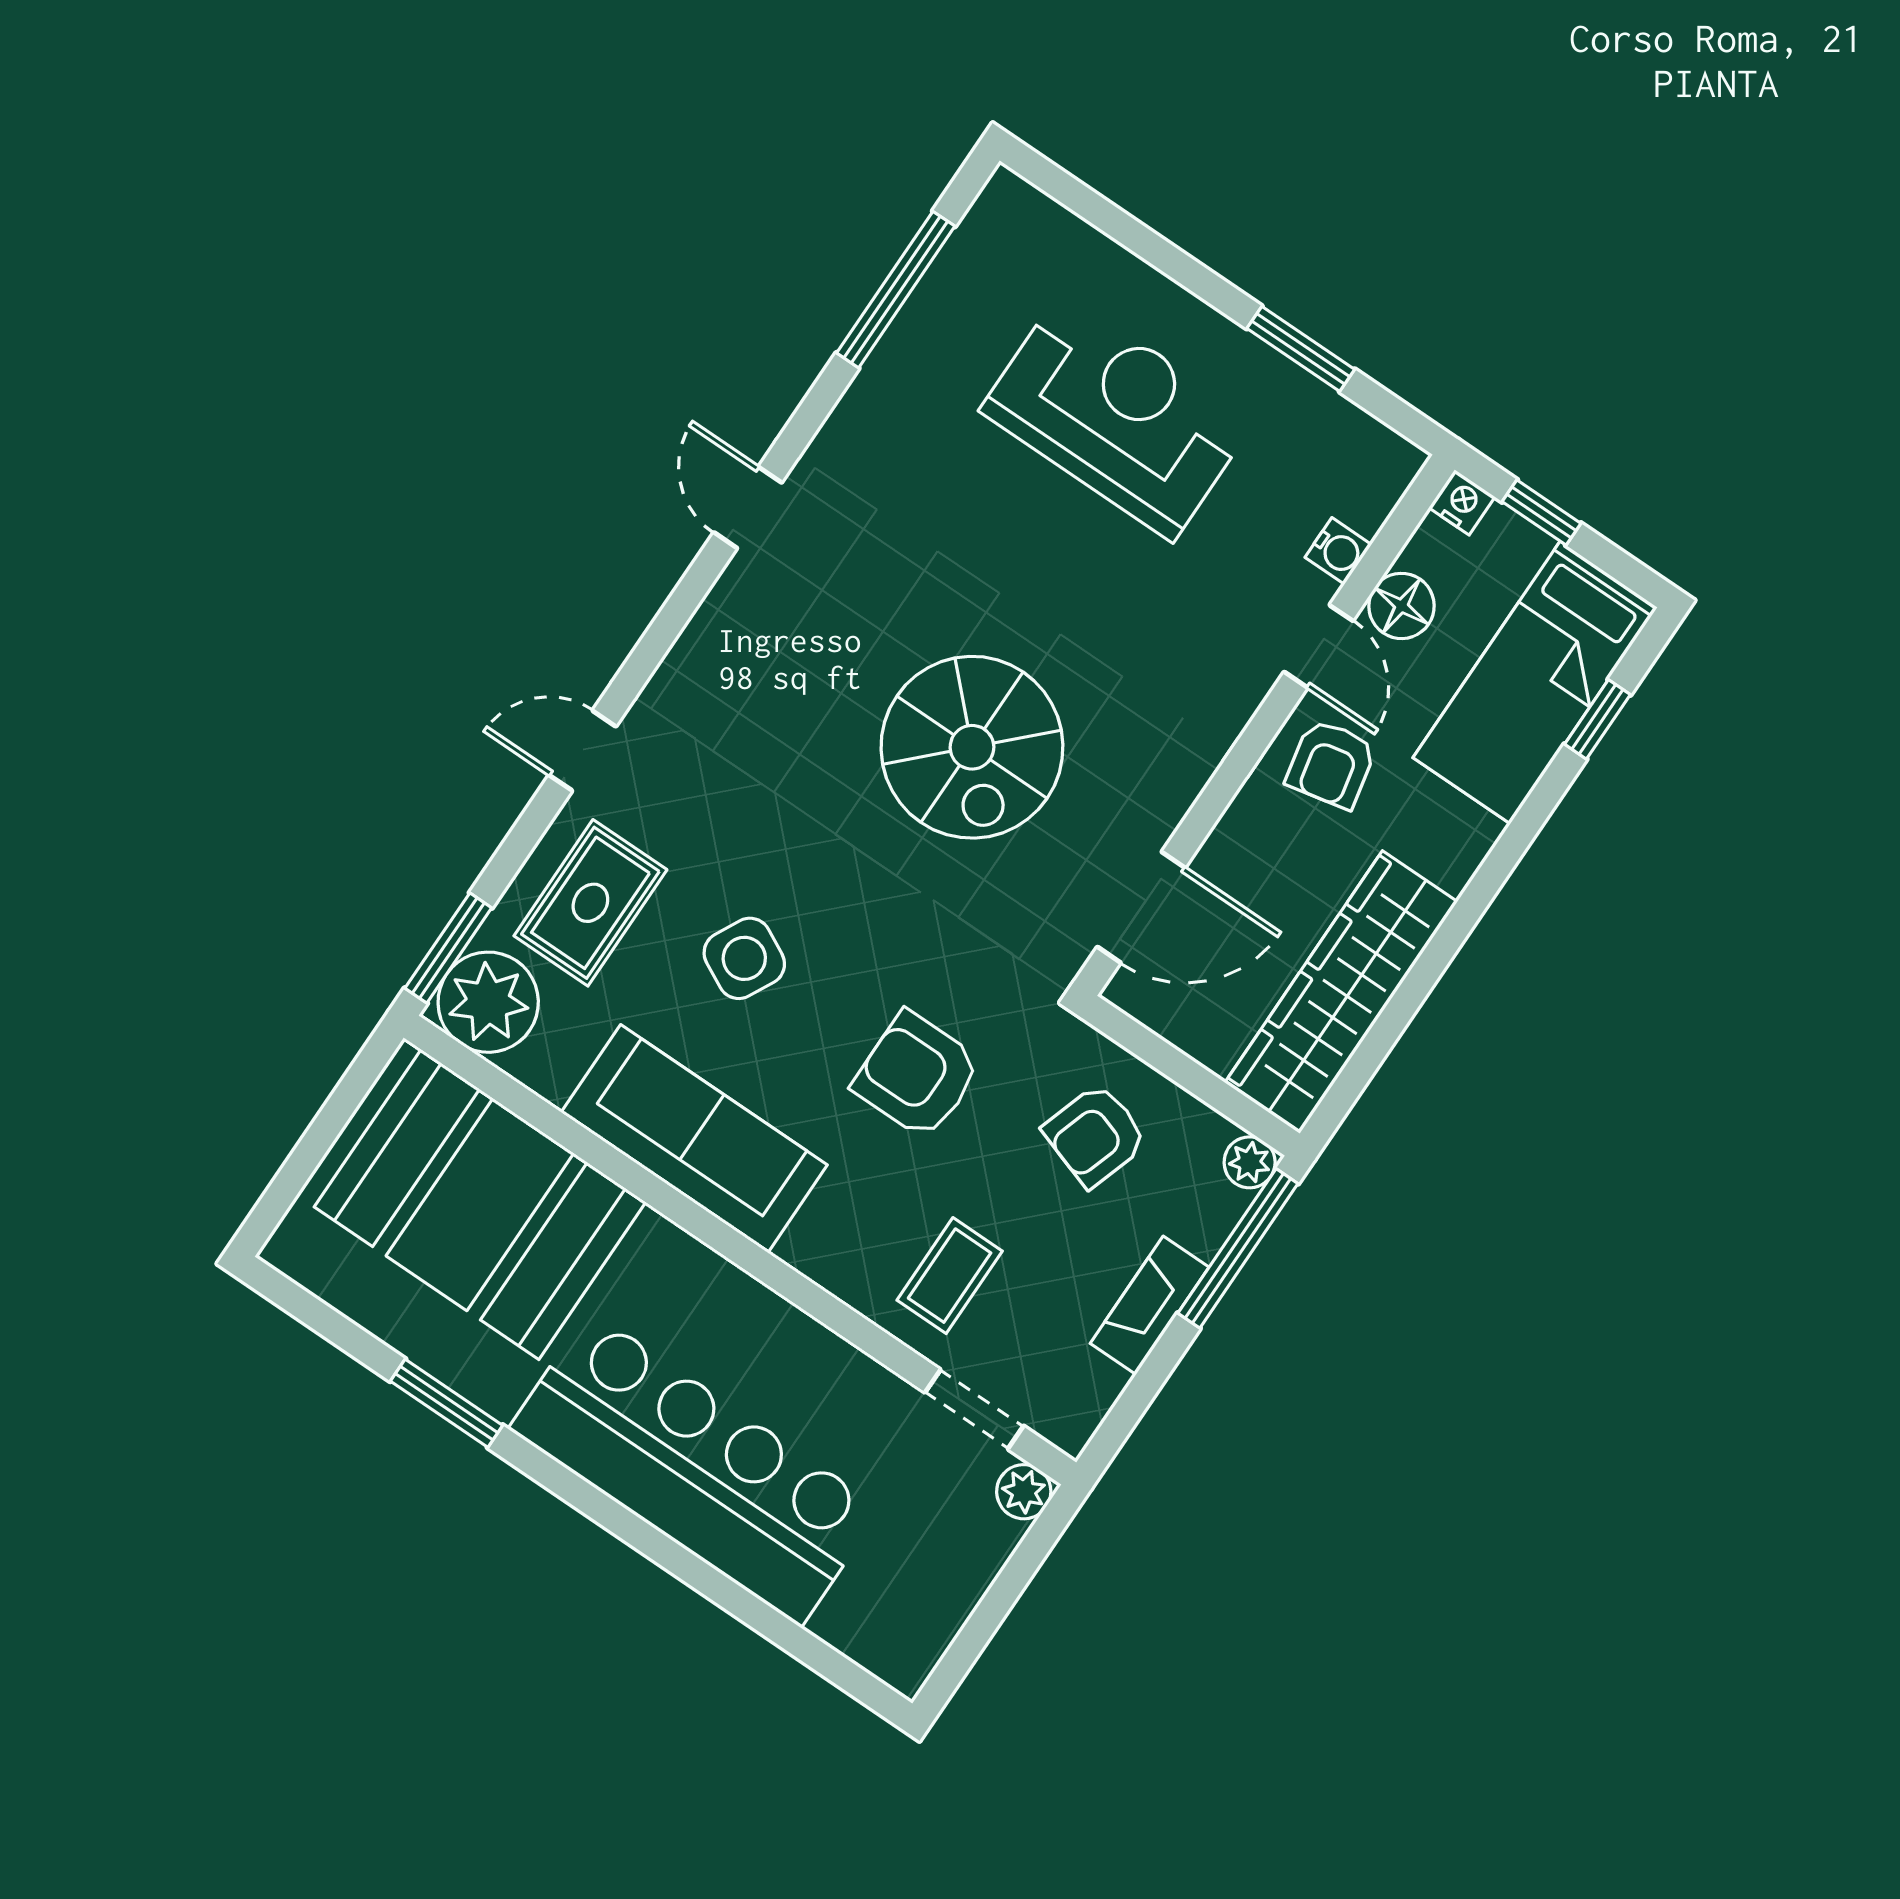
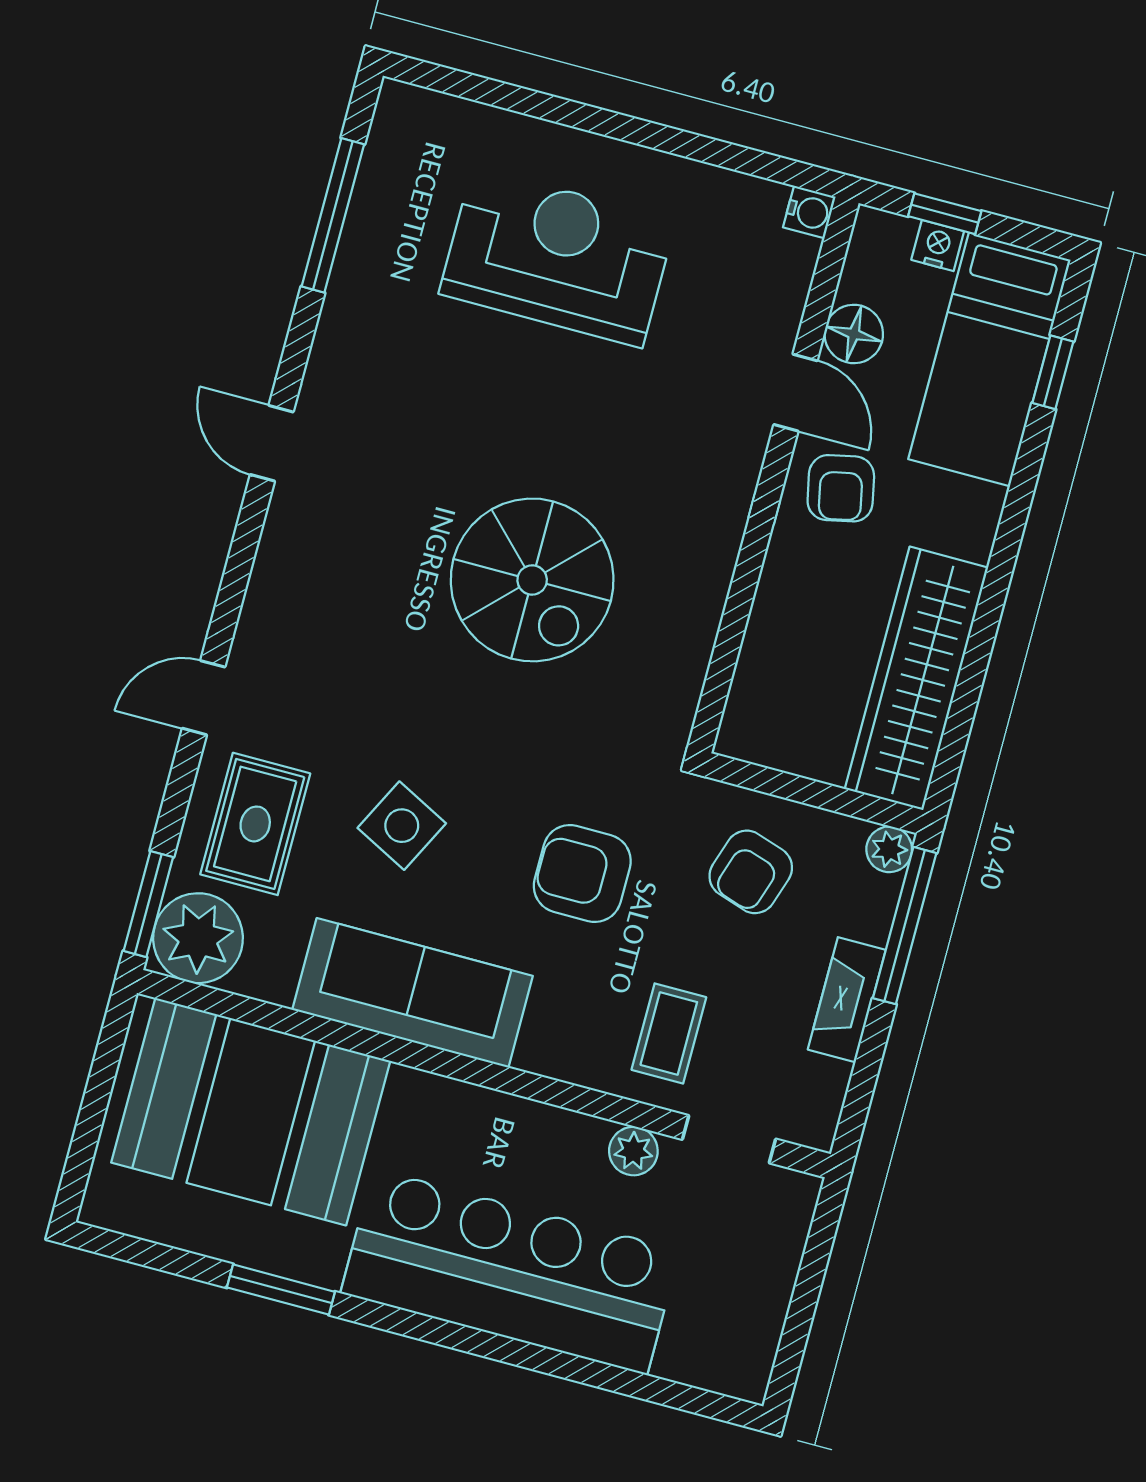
window: (1301, 349) -> (693, 146), removed
nightstand: (1462, 502) -> (938, 246), moved
water cooler: (1338, 551) -> (809, 212), moved
door: (1141, 907) -> (722, 666), removed
plant: (1024, 1492) -> (633, 1151), moved

